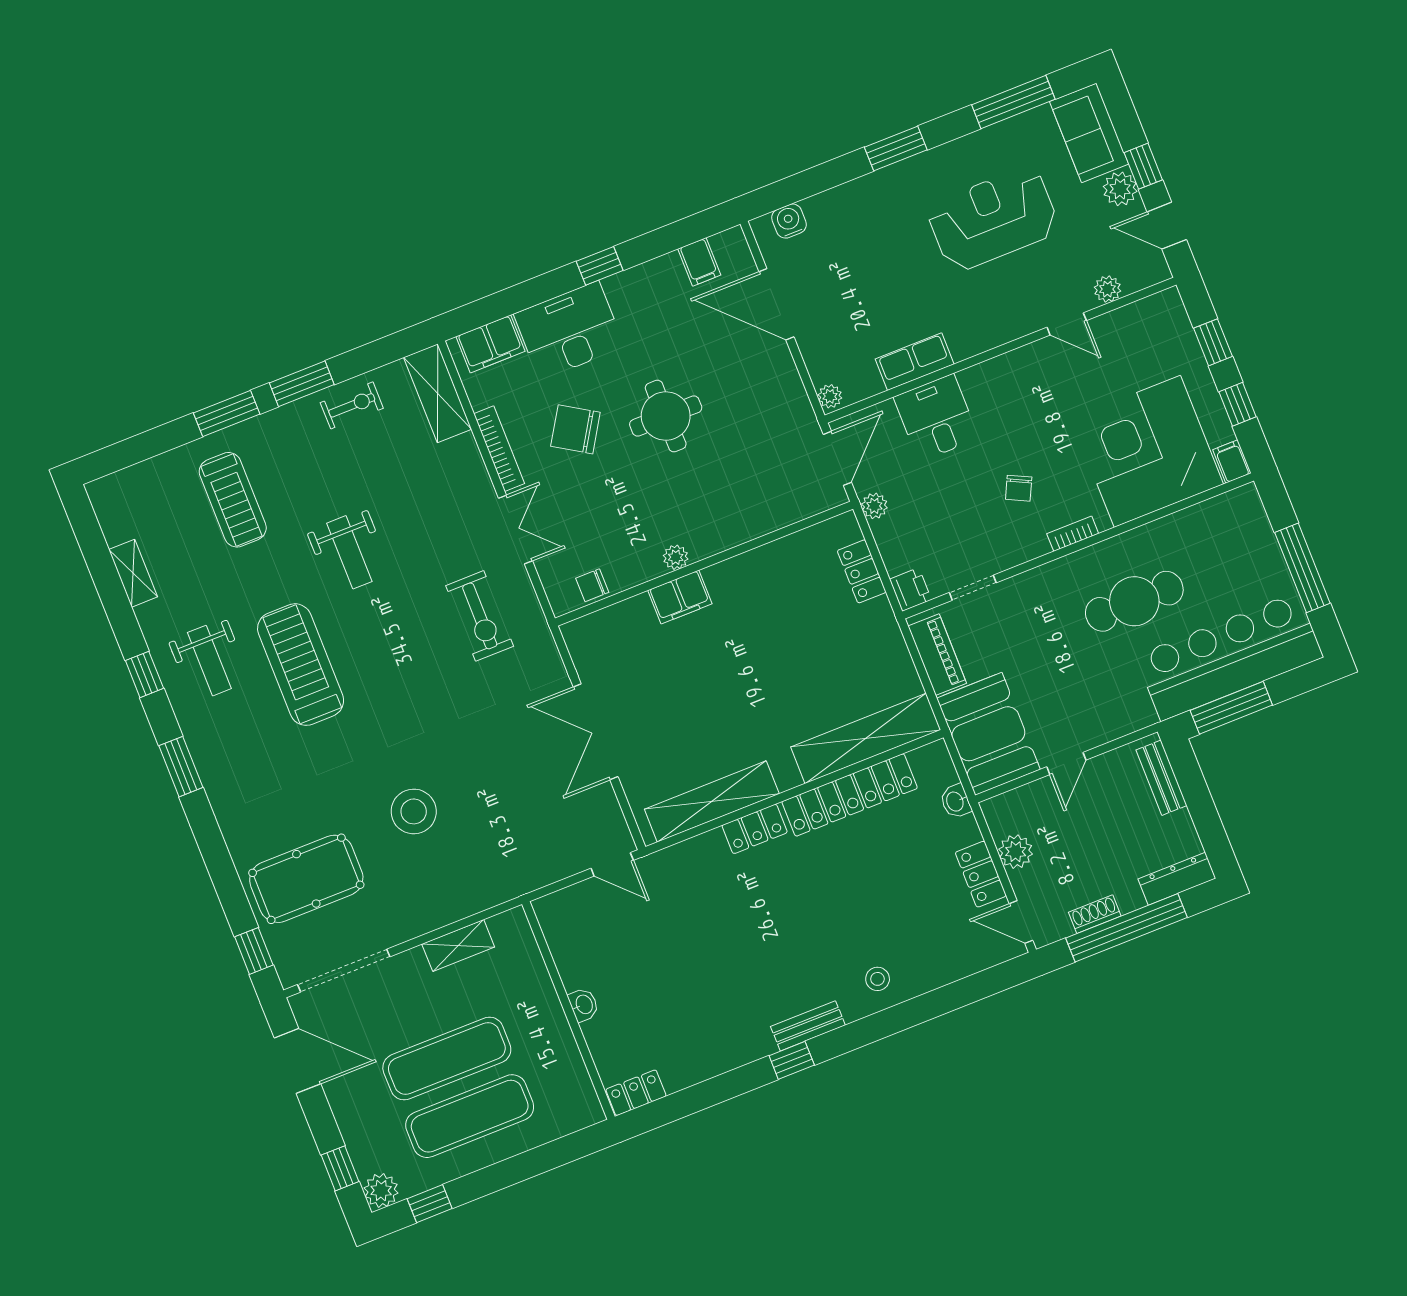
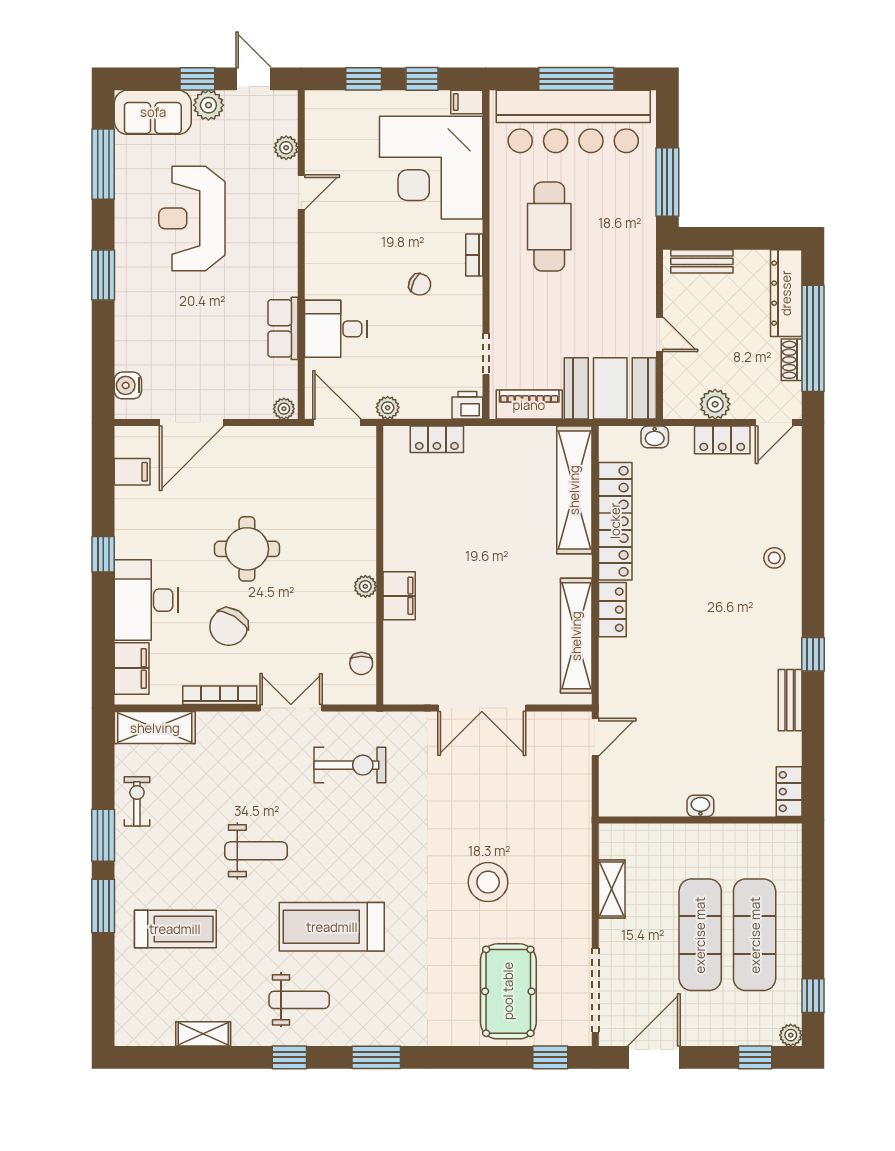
door: (1167, 226) -> (254, 79), swing flipped
bar counter: (1229, 656) -> (573, 121), moved, turned -90
dresser: (1177, 879) -> (786, 293), width x1.37, depth x1.24
bench: (808, 1026) -> (790, 700), moved
plant: (381, 1191) -> (791, 1035), width x0.73, depth x0.73

